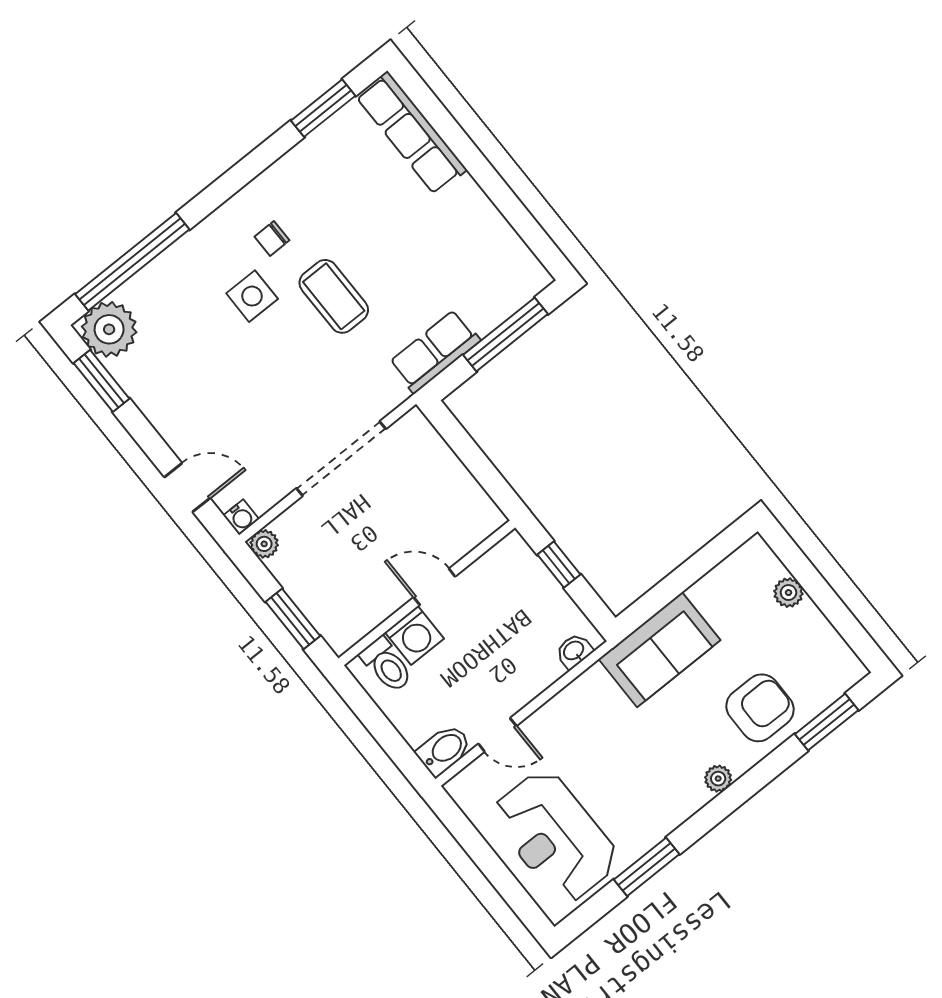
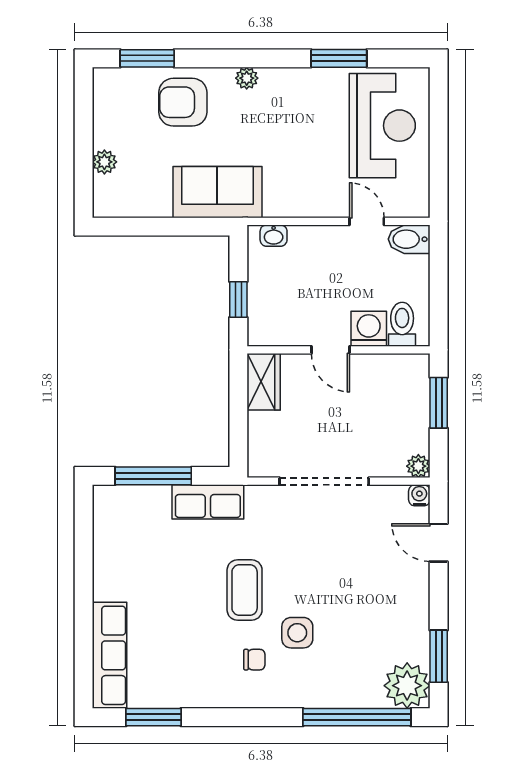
wardrobe: (473, 506) -> (264, 382), added

